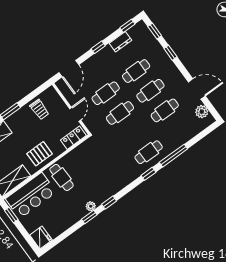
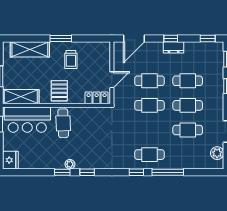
dresser: (120, 42) -> (174, 47), moved
trolley: (39, 109) -> (71, 60), moved
pallet: (40, 154) -> (59, 91), turned 90

